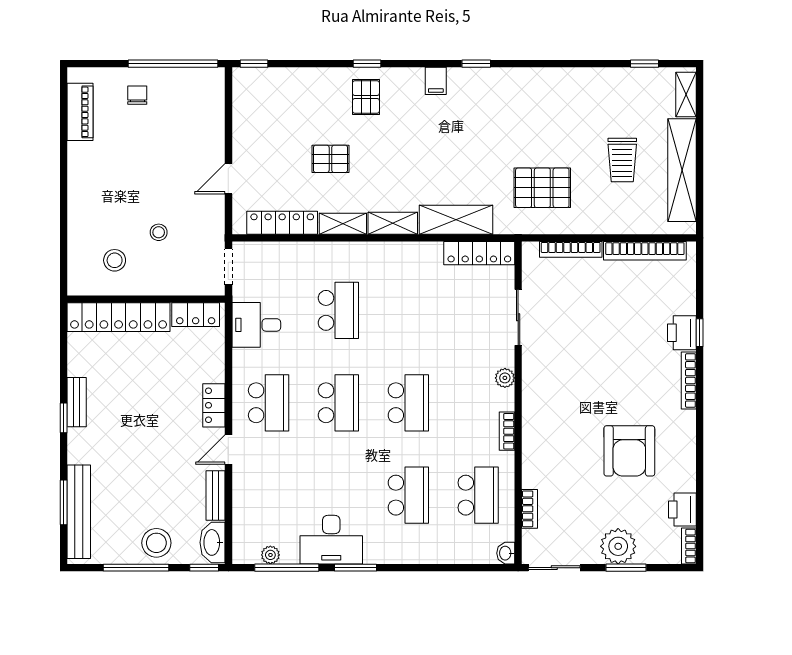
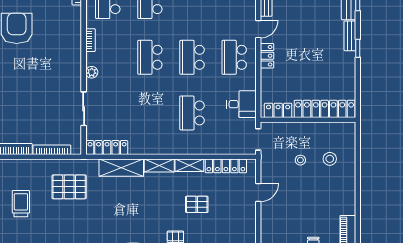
stool: (115, 260) -> (330, 159), moved
bench: (77, 402) -> (350, 36), moved

